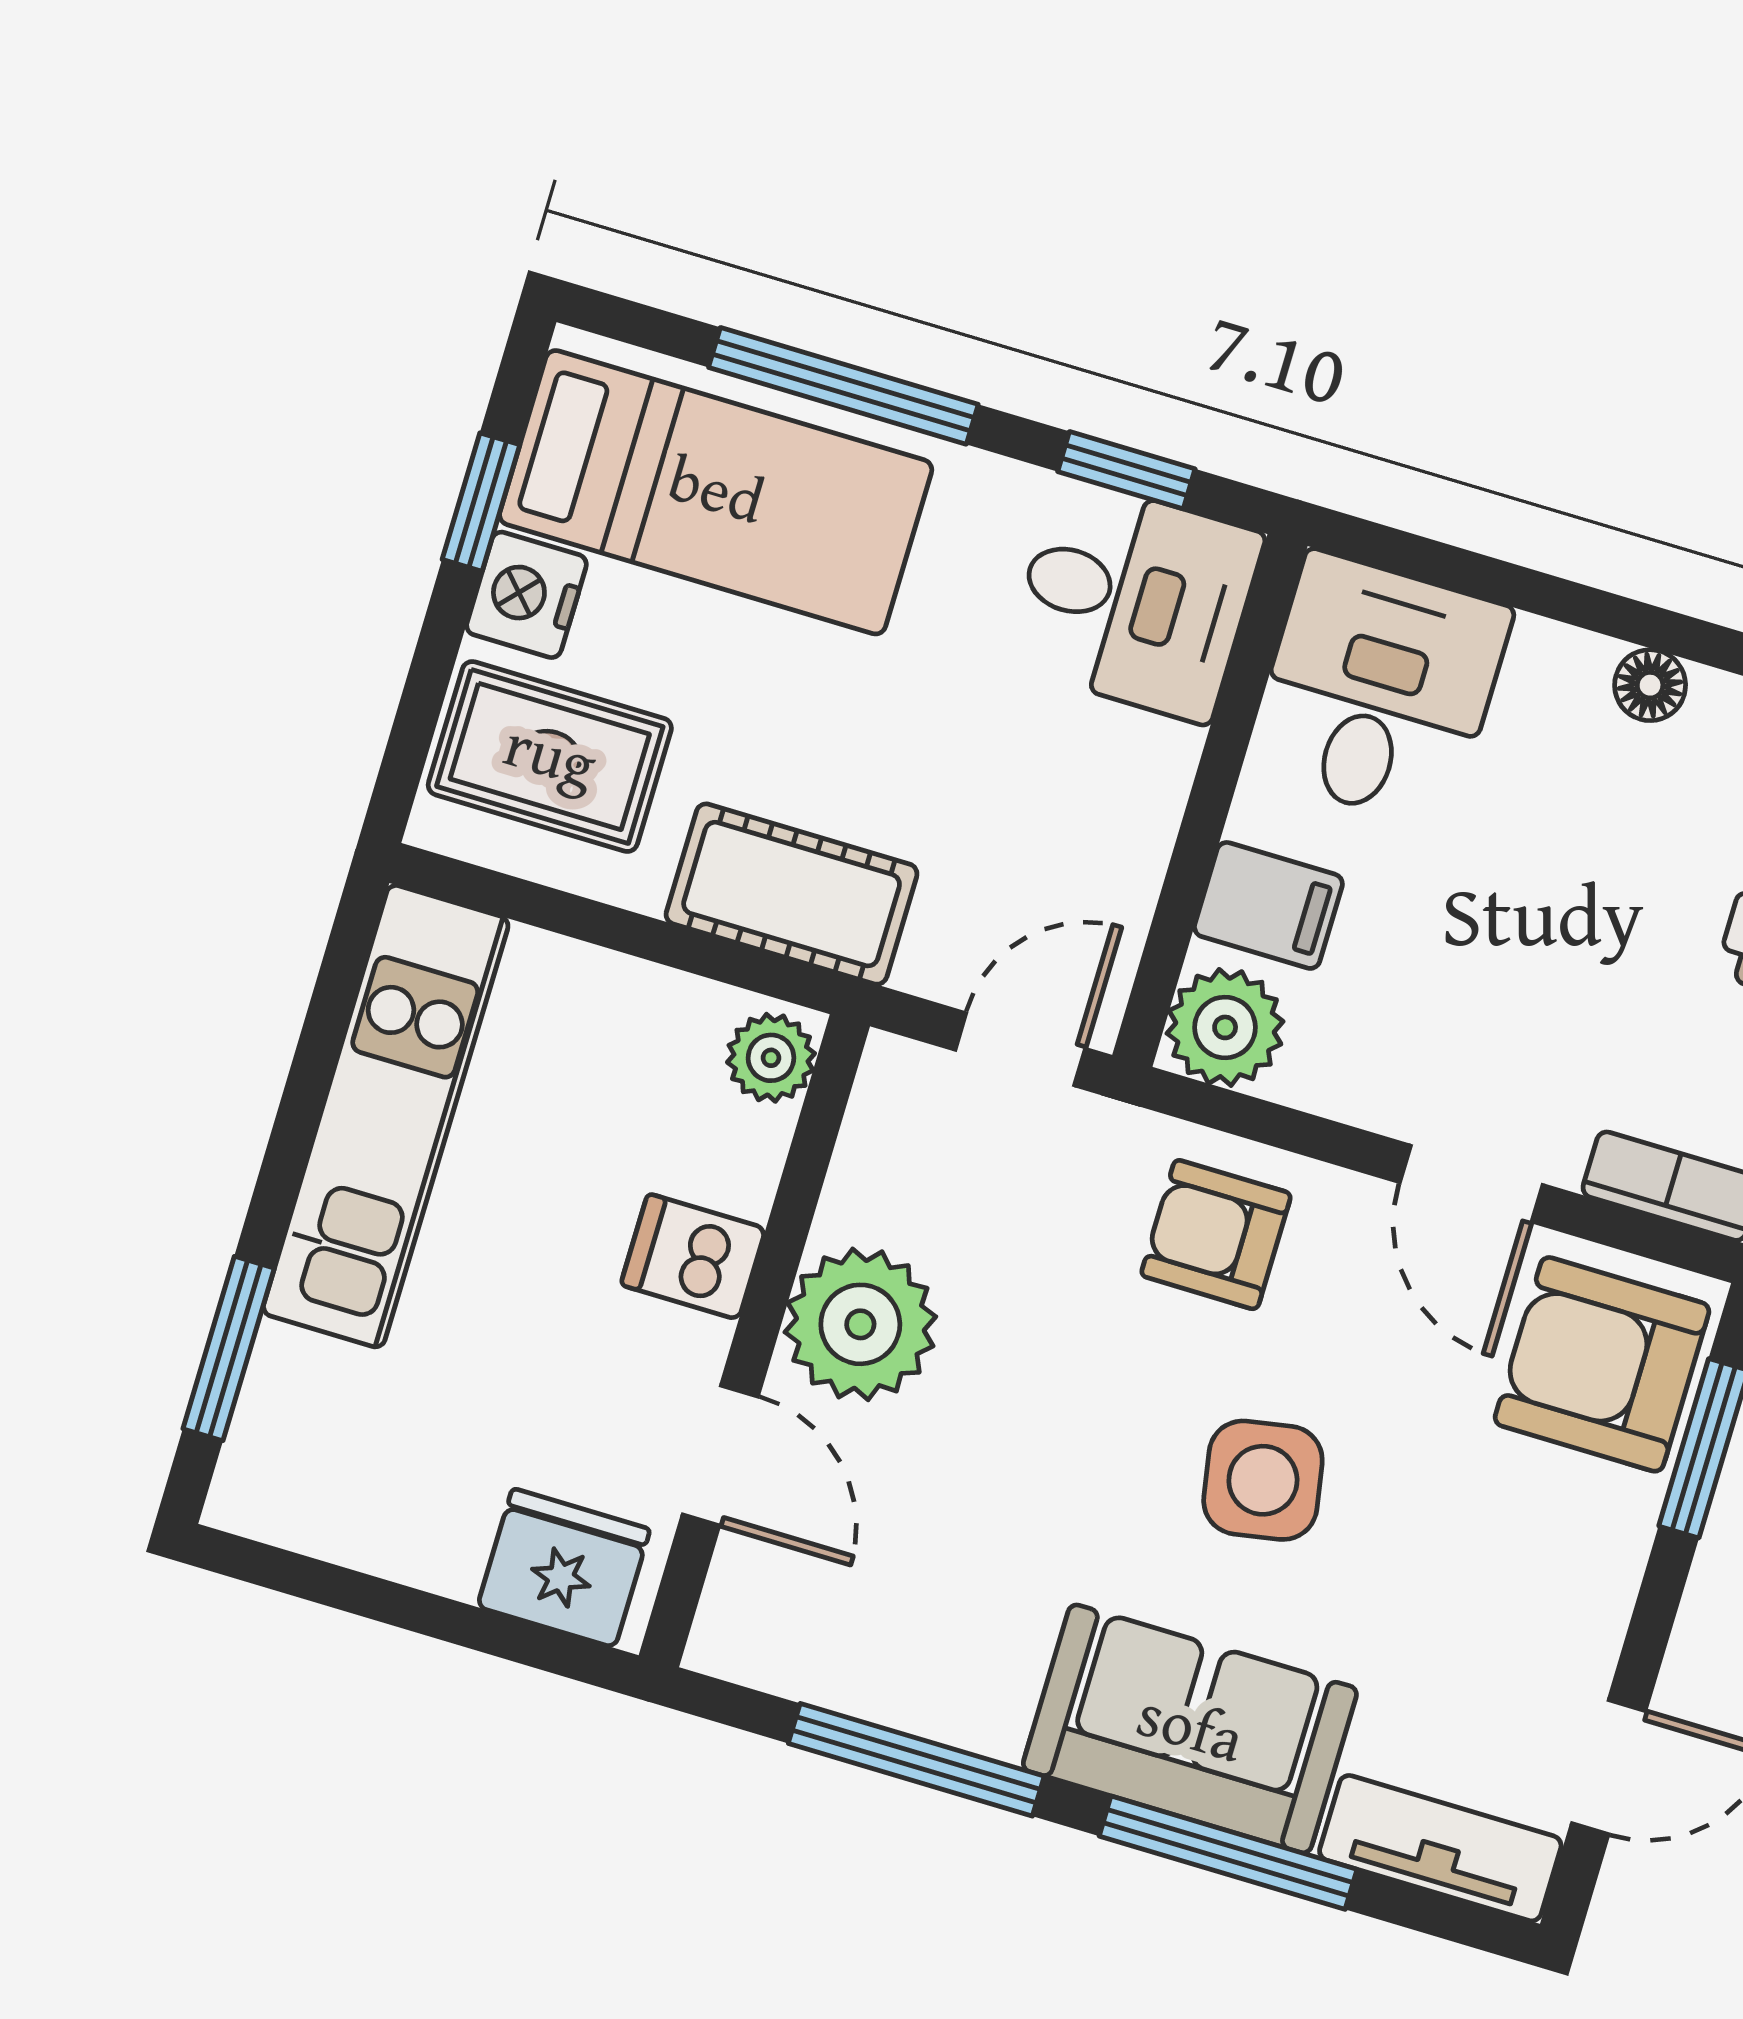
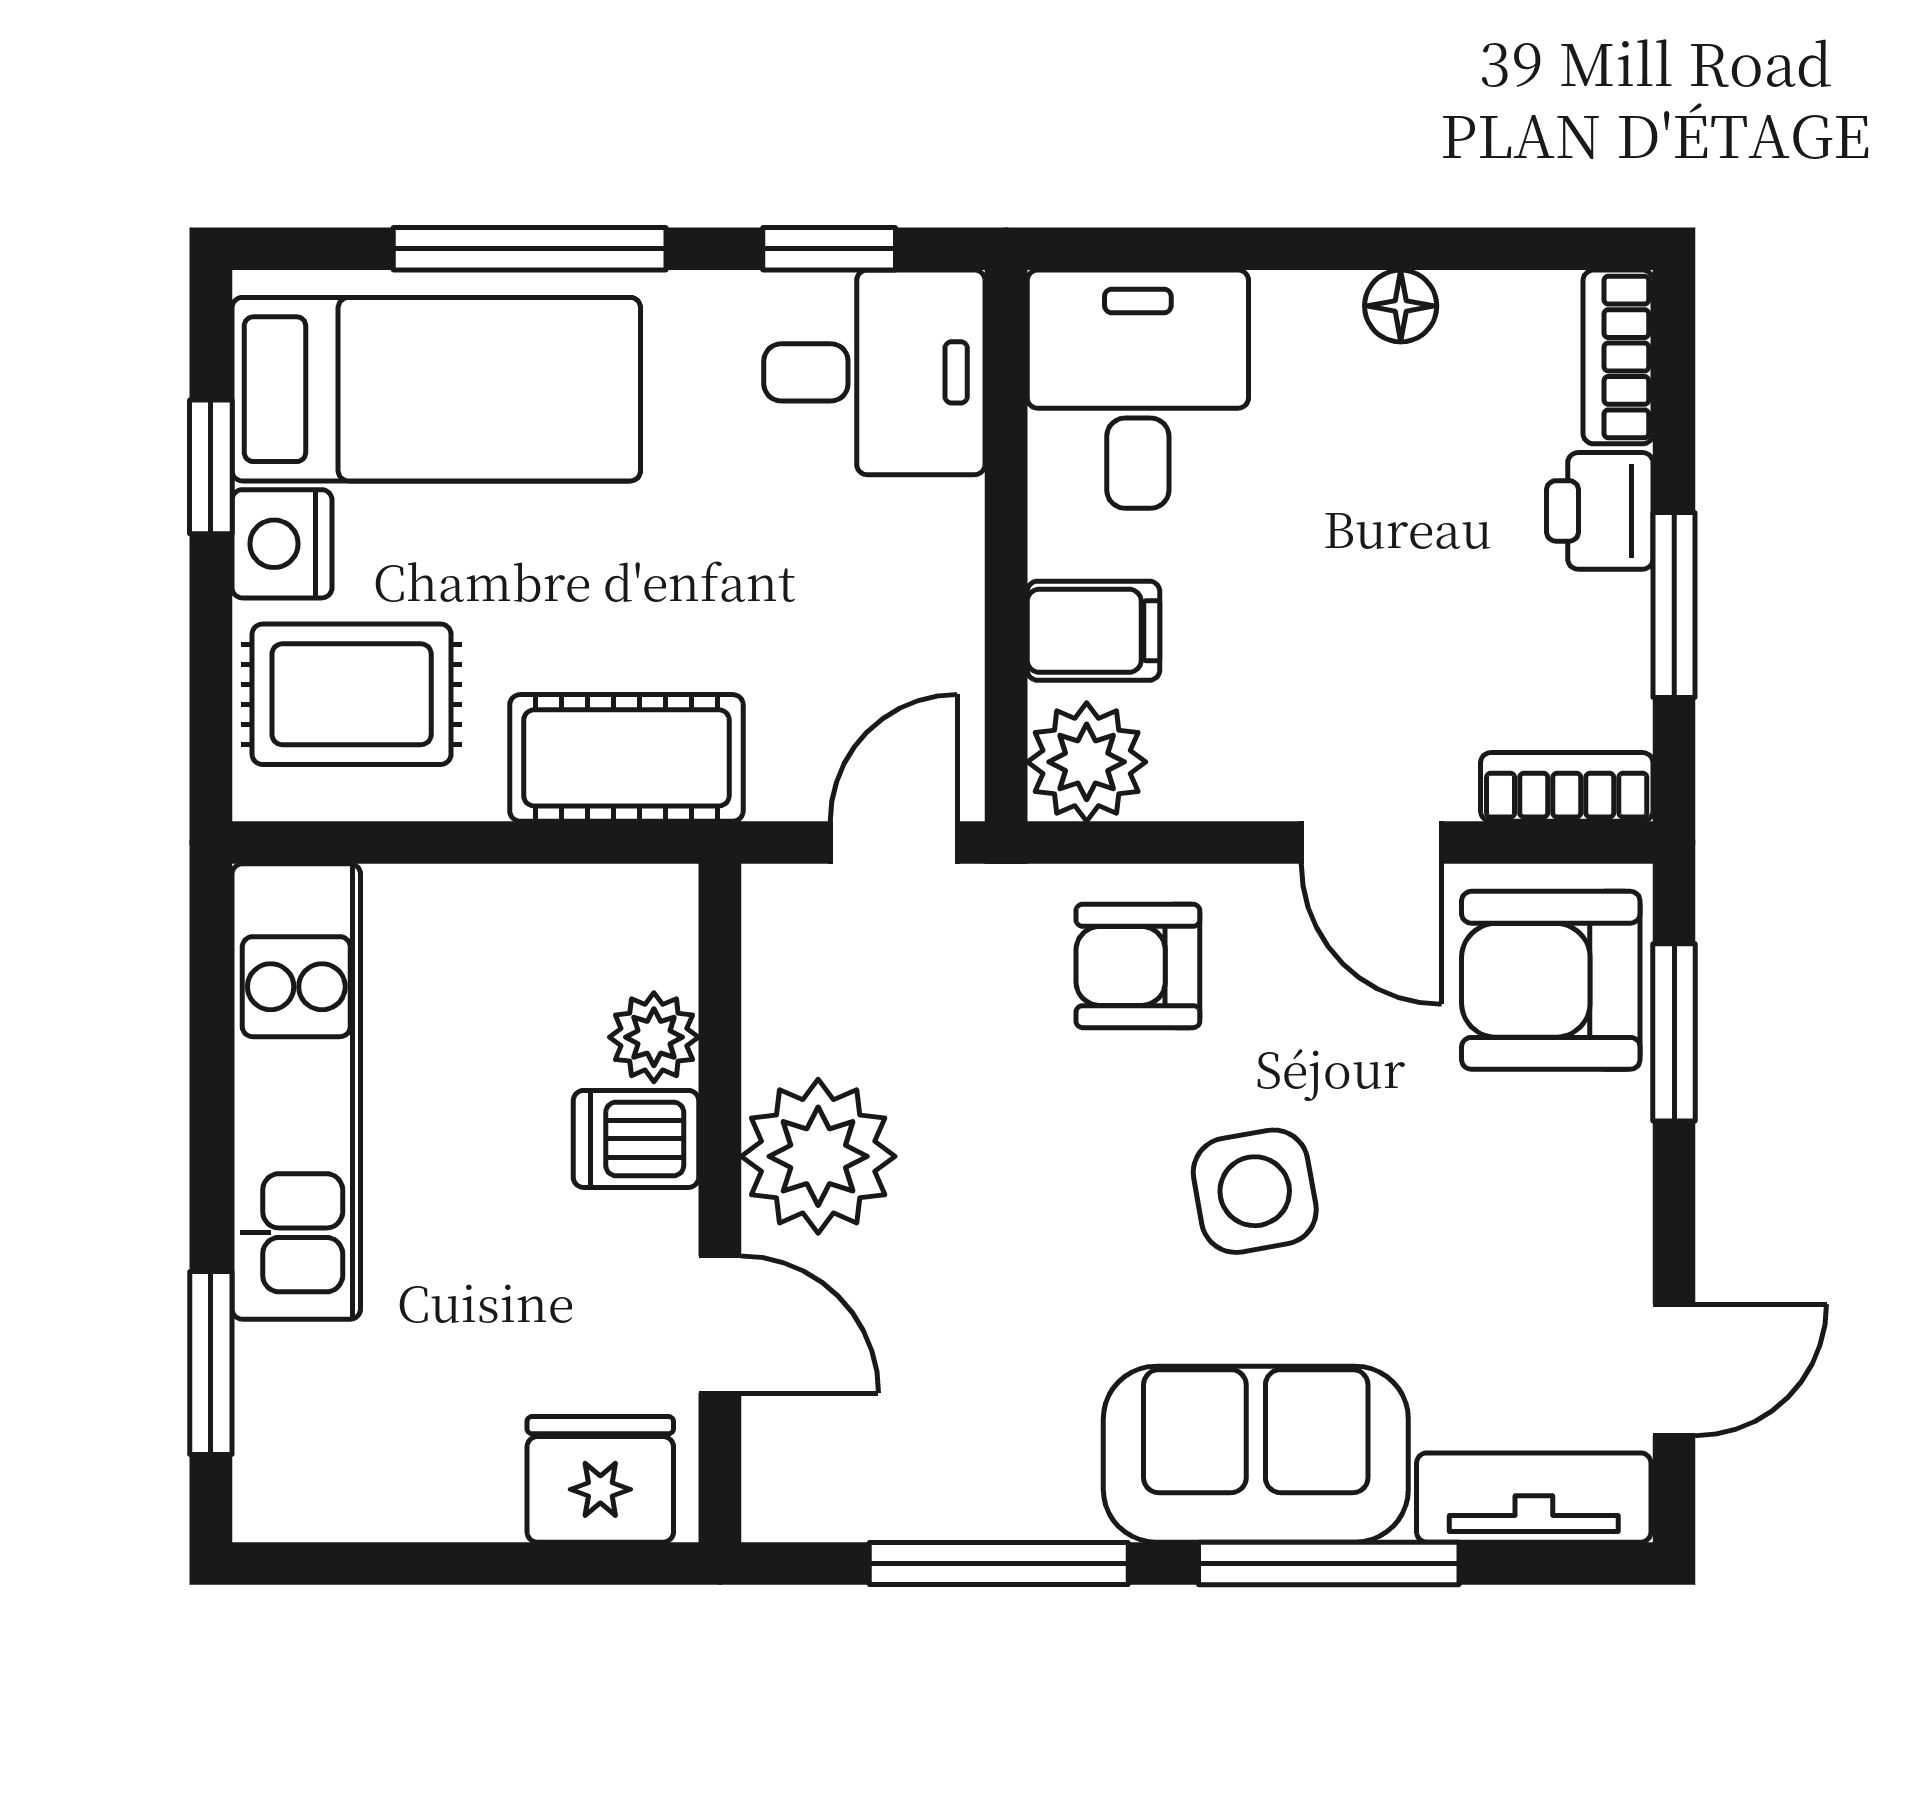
plant: (771, 1058) -> (654, 1037), moved

